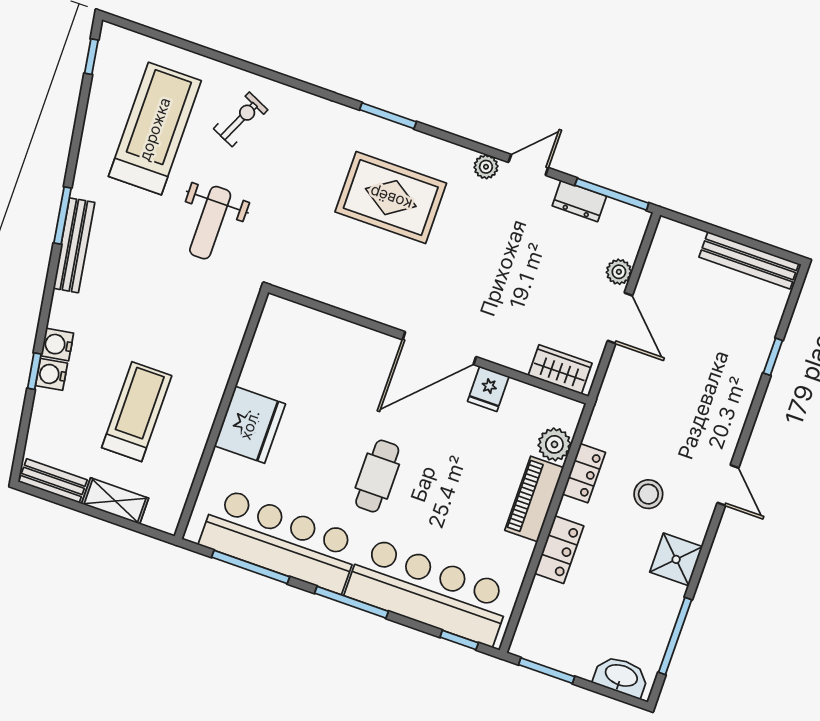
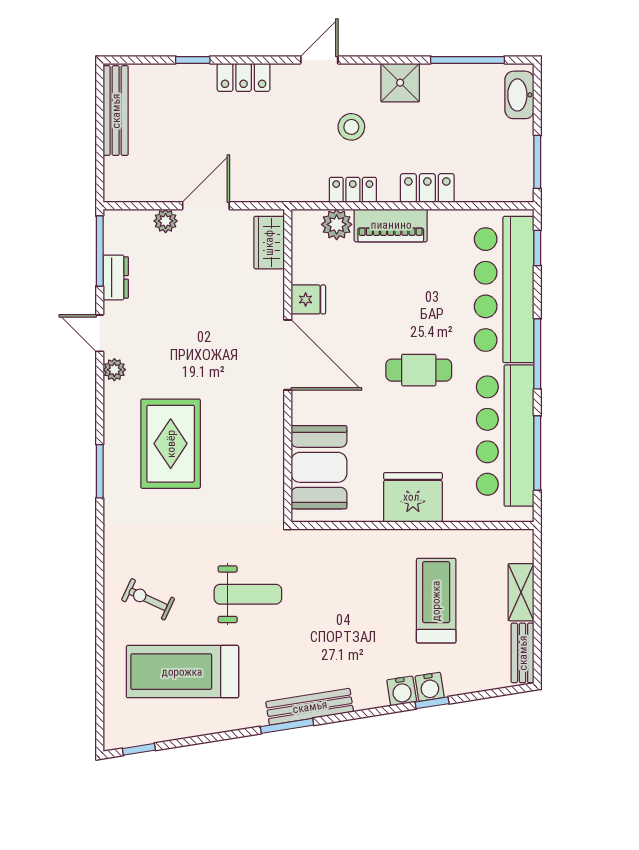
booth: (314, 340) -> (319, 467), added
locker: (737, 402) -> (244, 77), added
treadmill: (137, 412) -> (436, 601), turned 90

